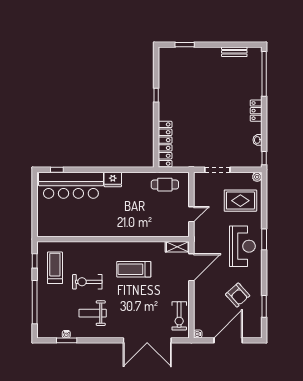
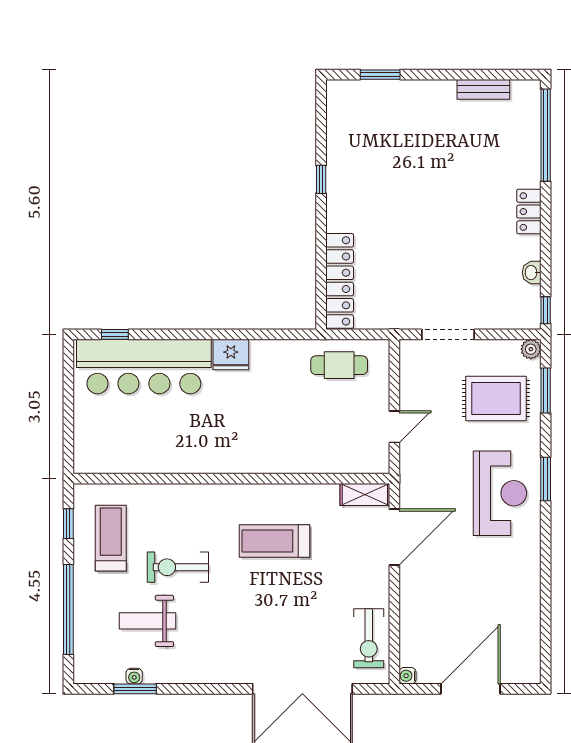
armchair: (238, 295) -> (490, 595), removed
window: (264, 306) -> (546, 391), moved
weight bench: (93, 313) -> (148, 621), moved

